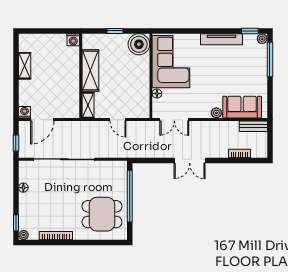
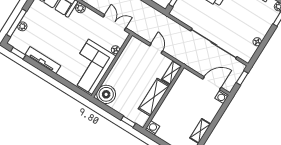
window: (115, 31) -> (128, 122), moved
plant: (262, 39) -> (22, 26), moved

